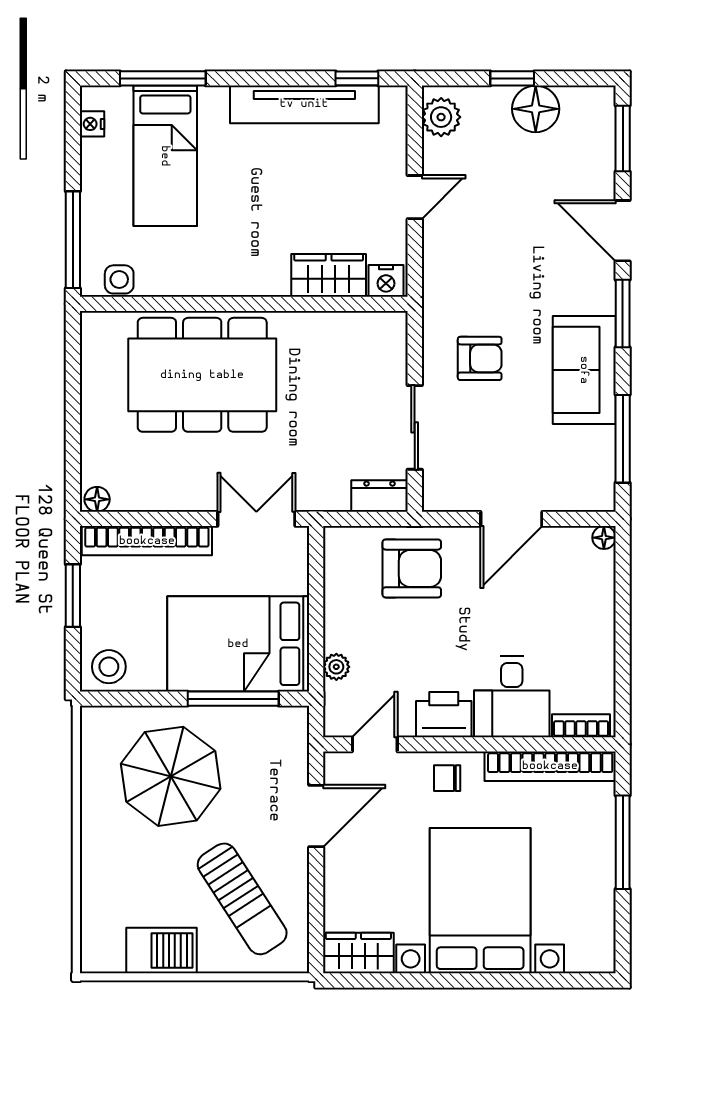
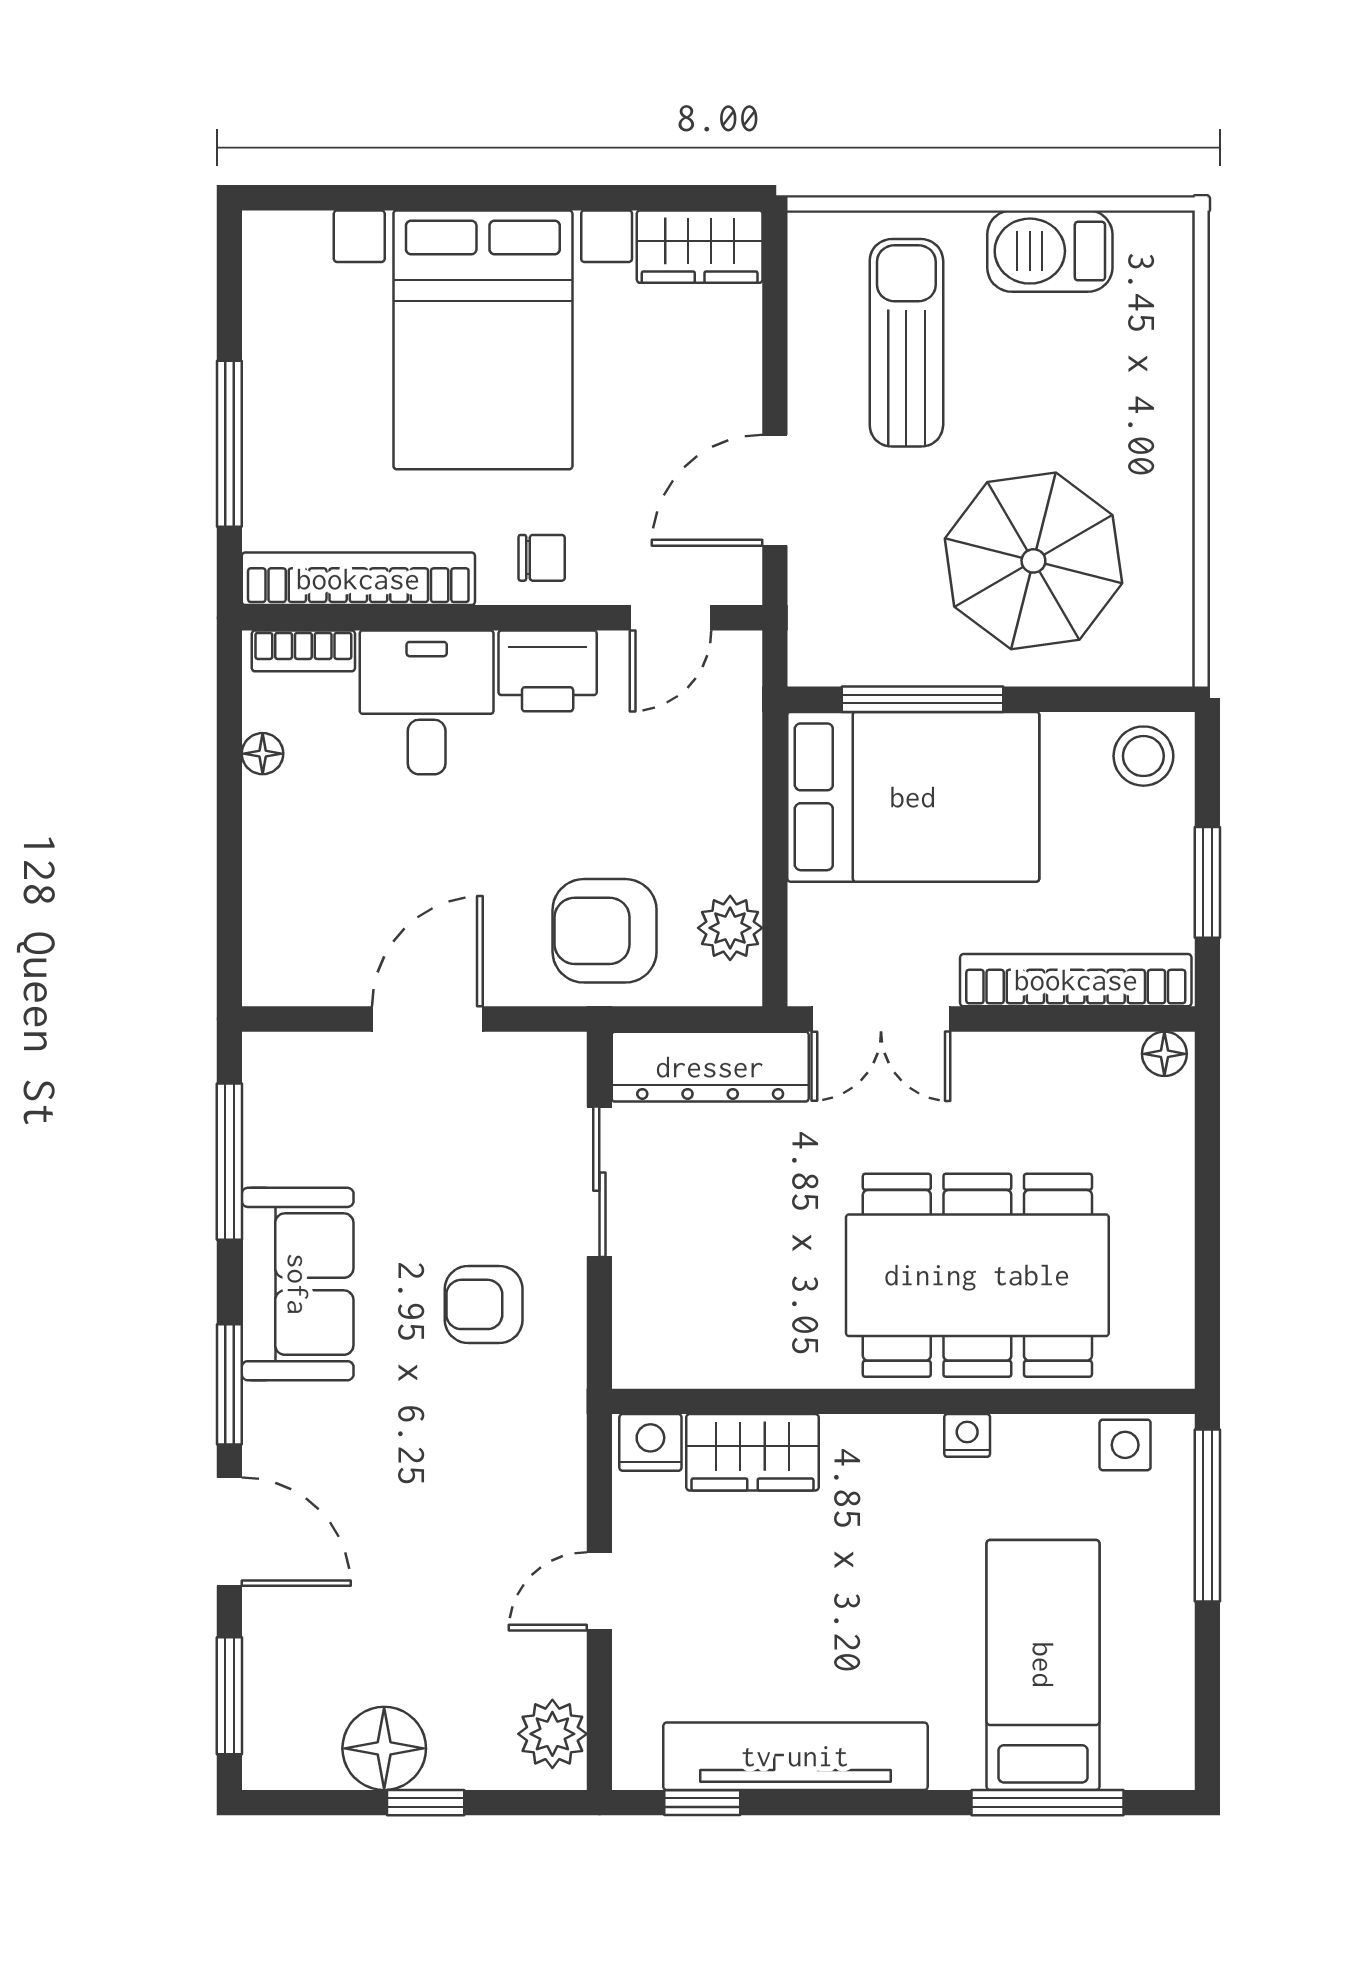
nightstand: (92, 124) -> (967, 1435), moved, turned -90
dresser: (380, 496) -> (710, 1067), width x1.96, depth x1.24
floor lamp: (604, 538) -> (263, 754), moved
plant: (336, 667) -> (730, 928), moved, width x1.38, depth x1.38
sun lounger: (242, 899) -> (906, 343), turned 33

